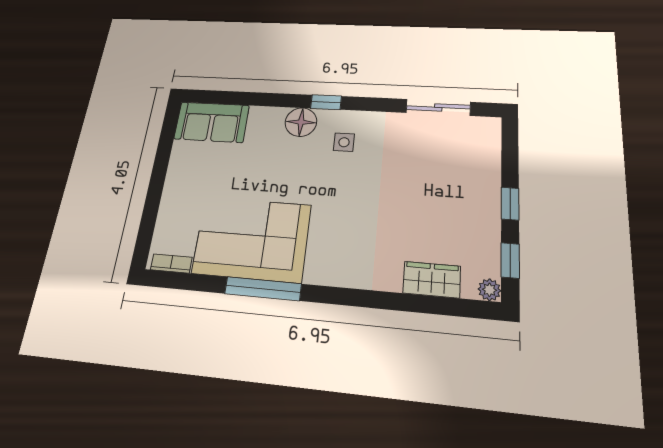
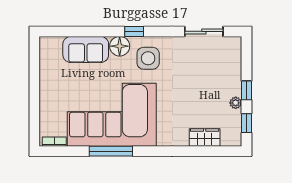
sofa: (212, 122) -> (86, 49), moved
side table: (344, 142) -> (148, 58), width x1.87, depth x1.87
corner sofa: (252, 239) -> (112, 115), width x1.36, depth x1.36
plant: (489, 290) -> (236, 103), moved

